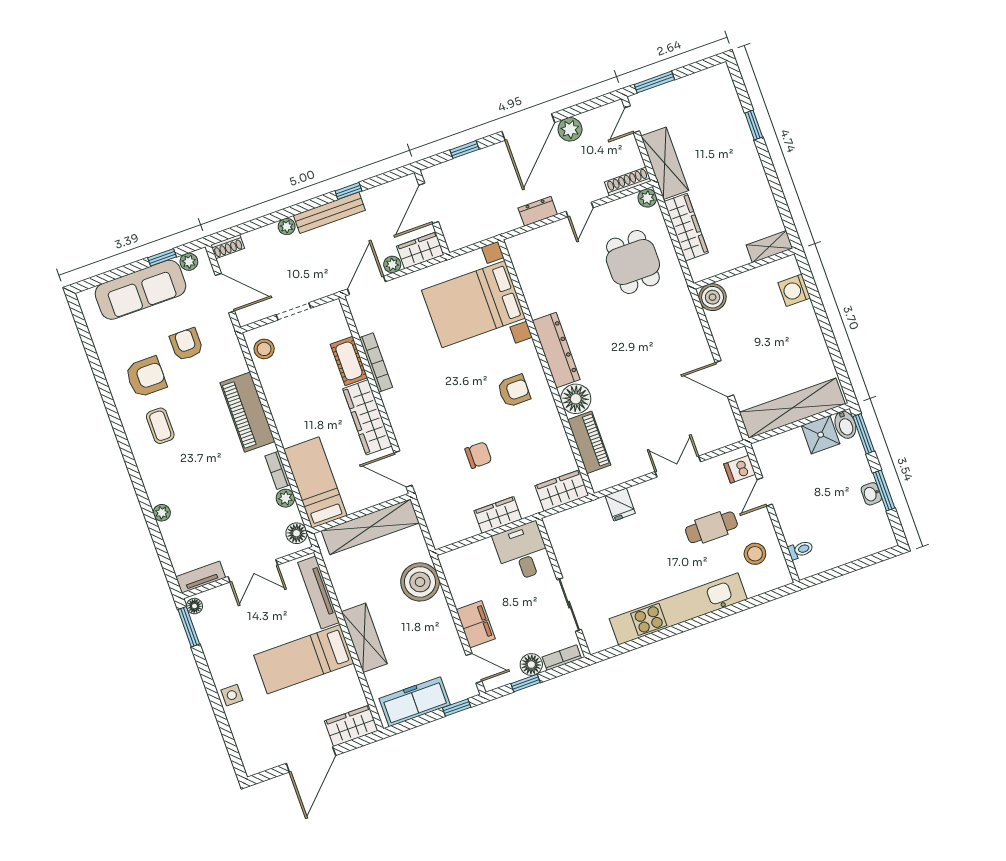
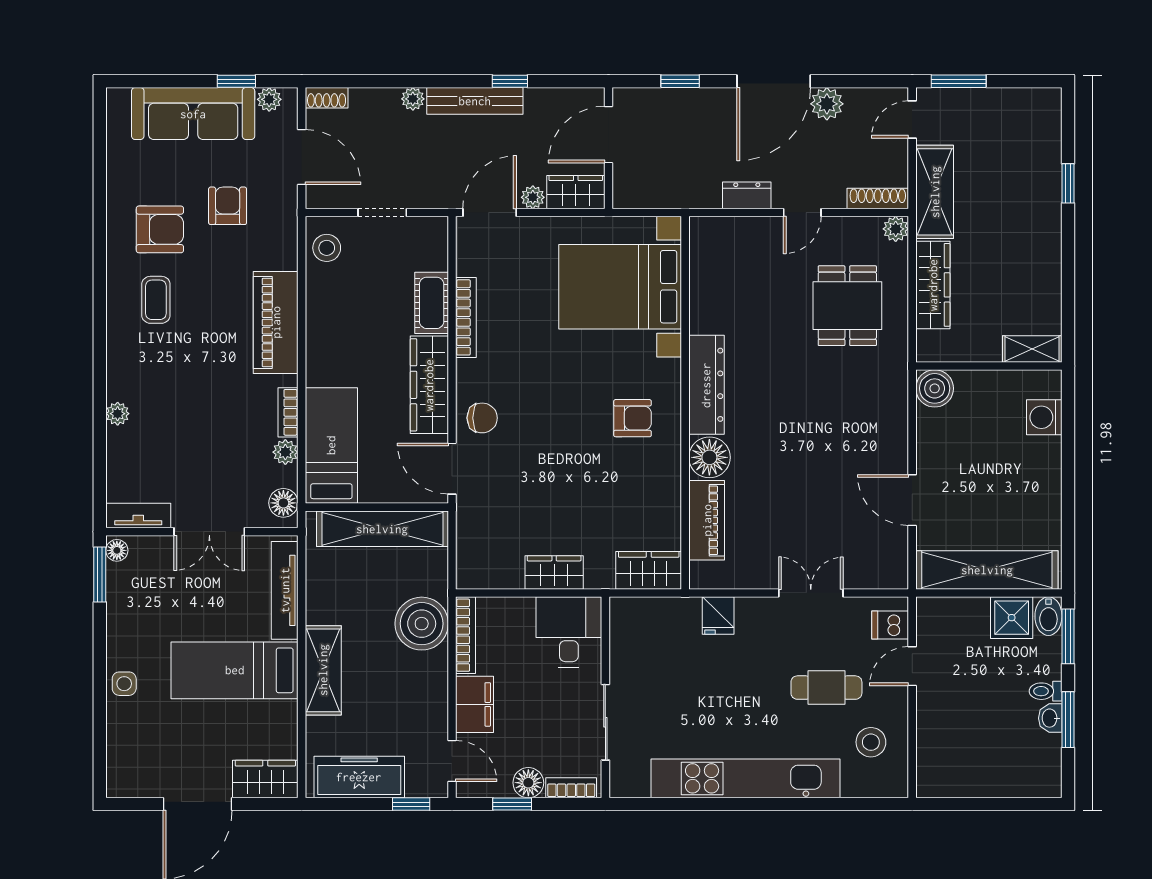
chair: (478, 455) -> (482, 418), moved
toilet: (801, 550) -> (1046, 691), moved, turned 180
bookcase: (453, 579) -> (466, 635), added

